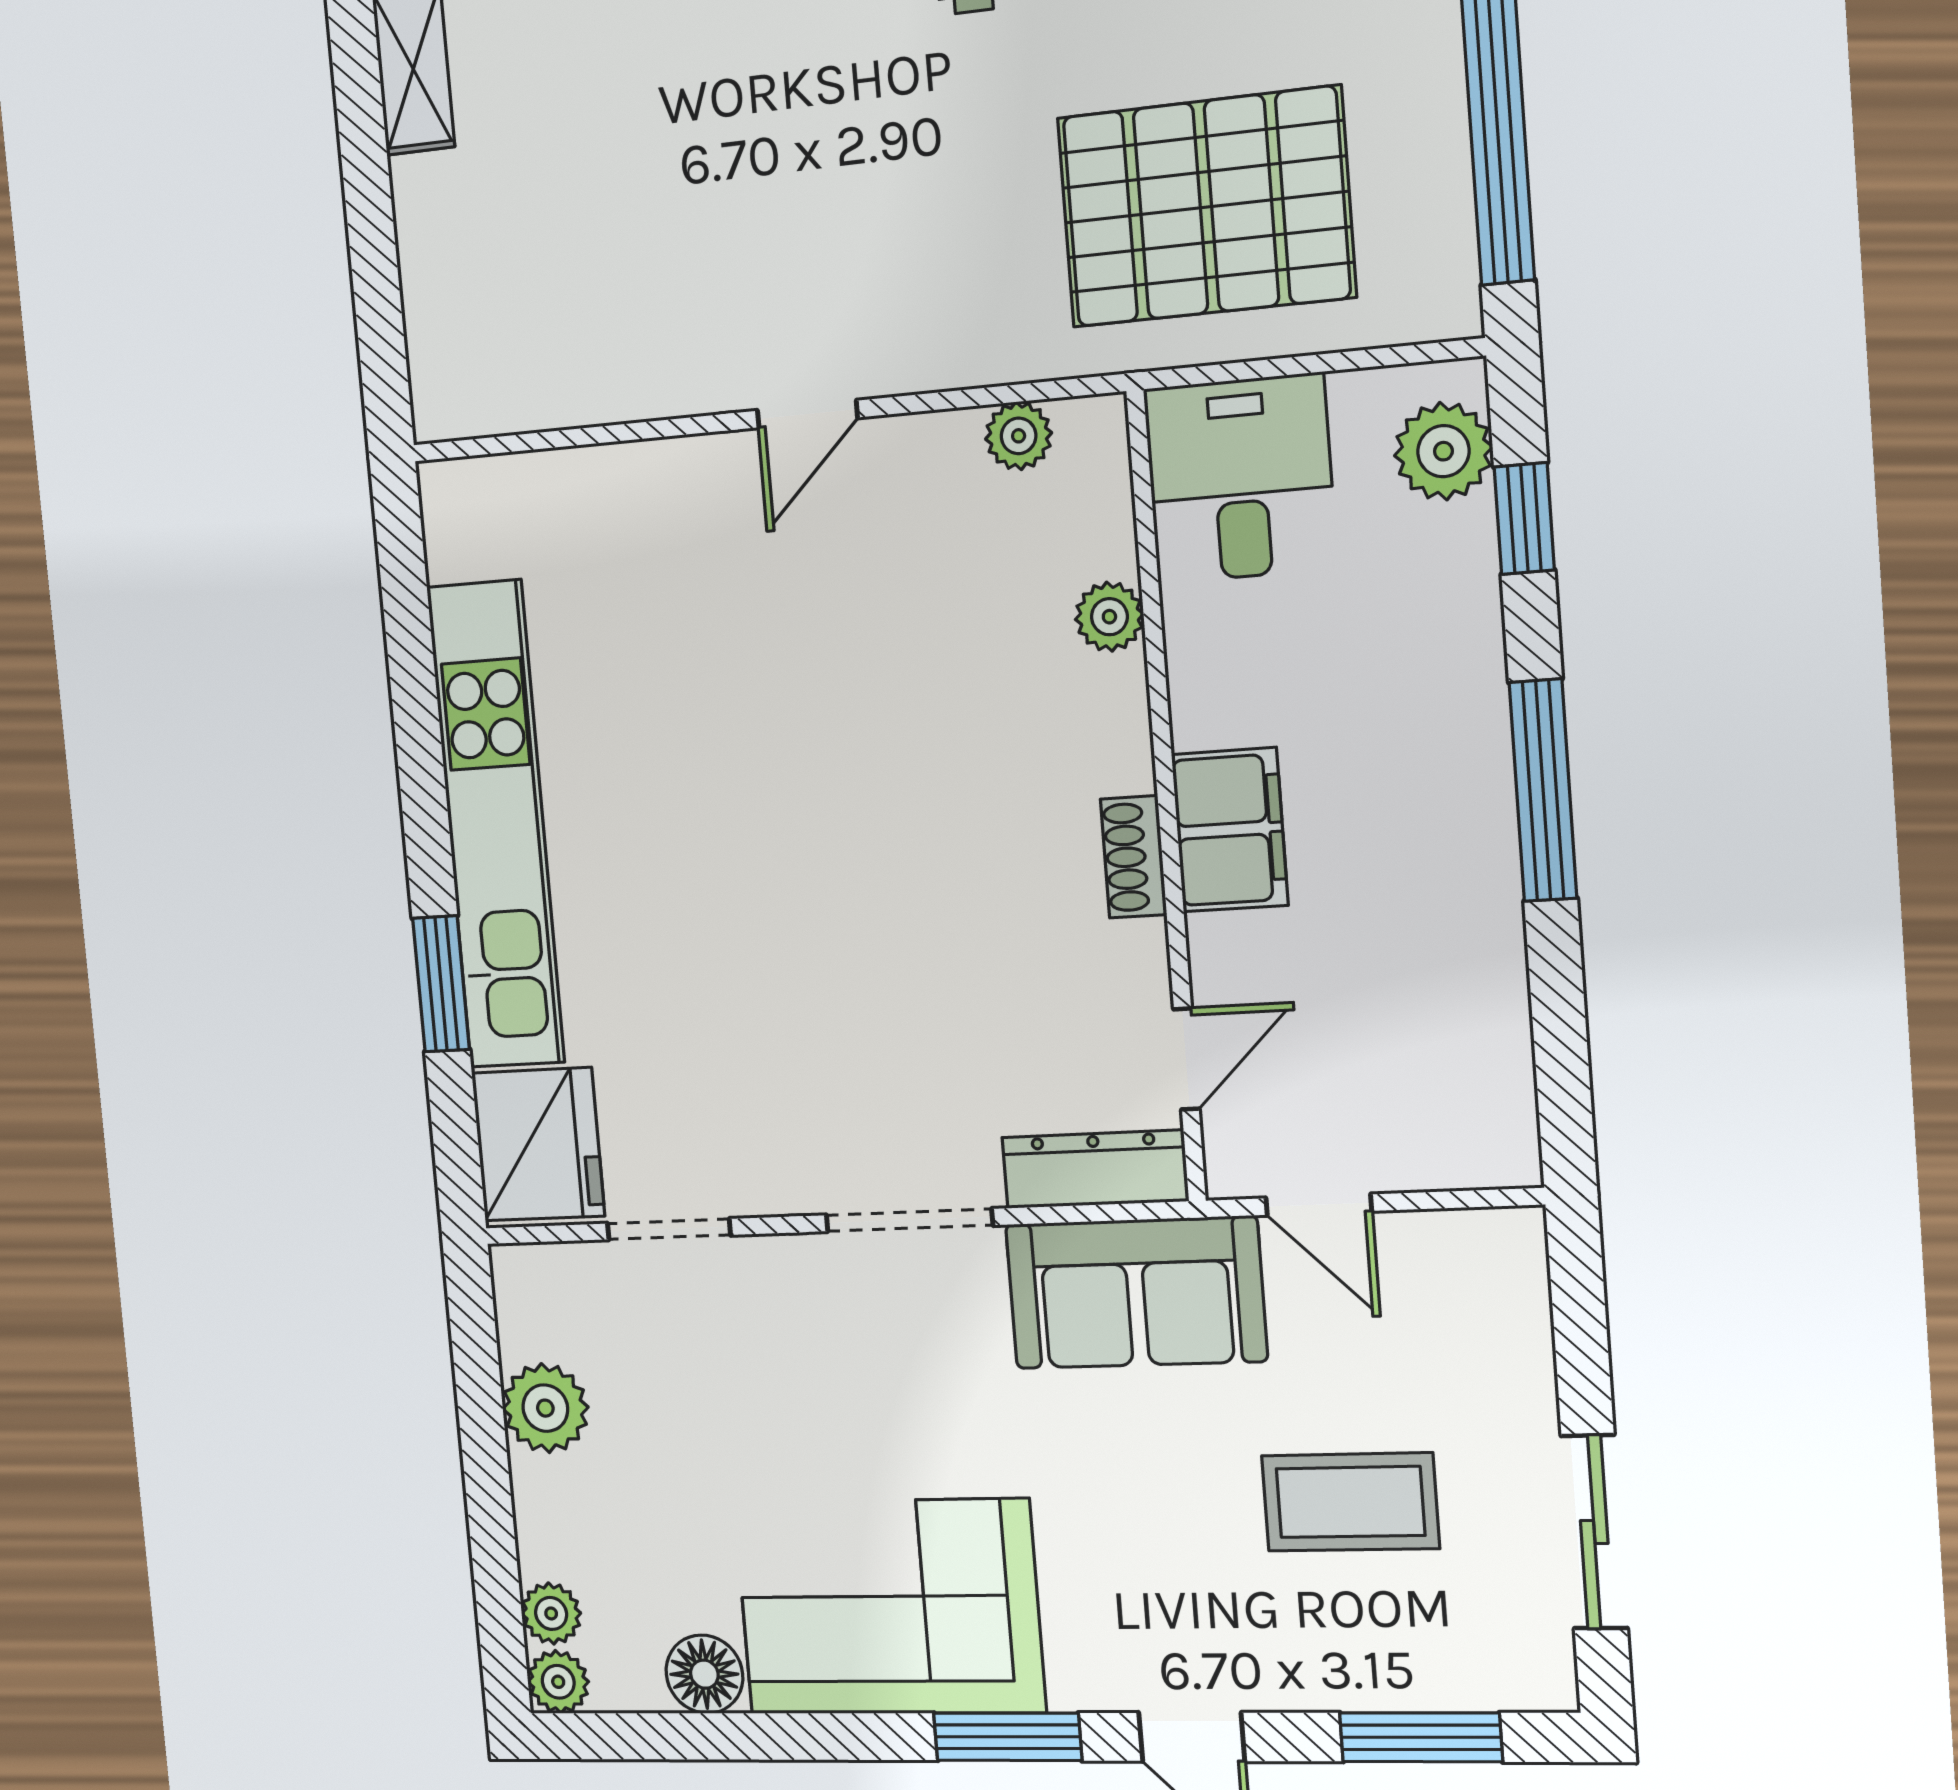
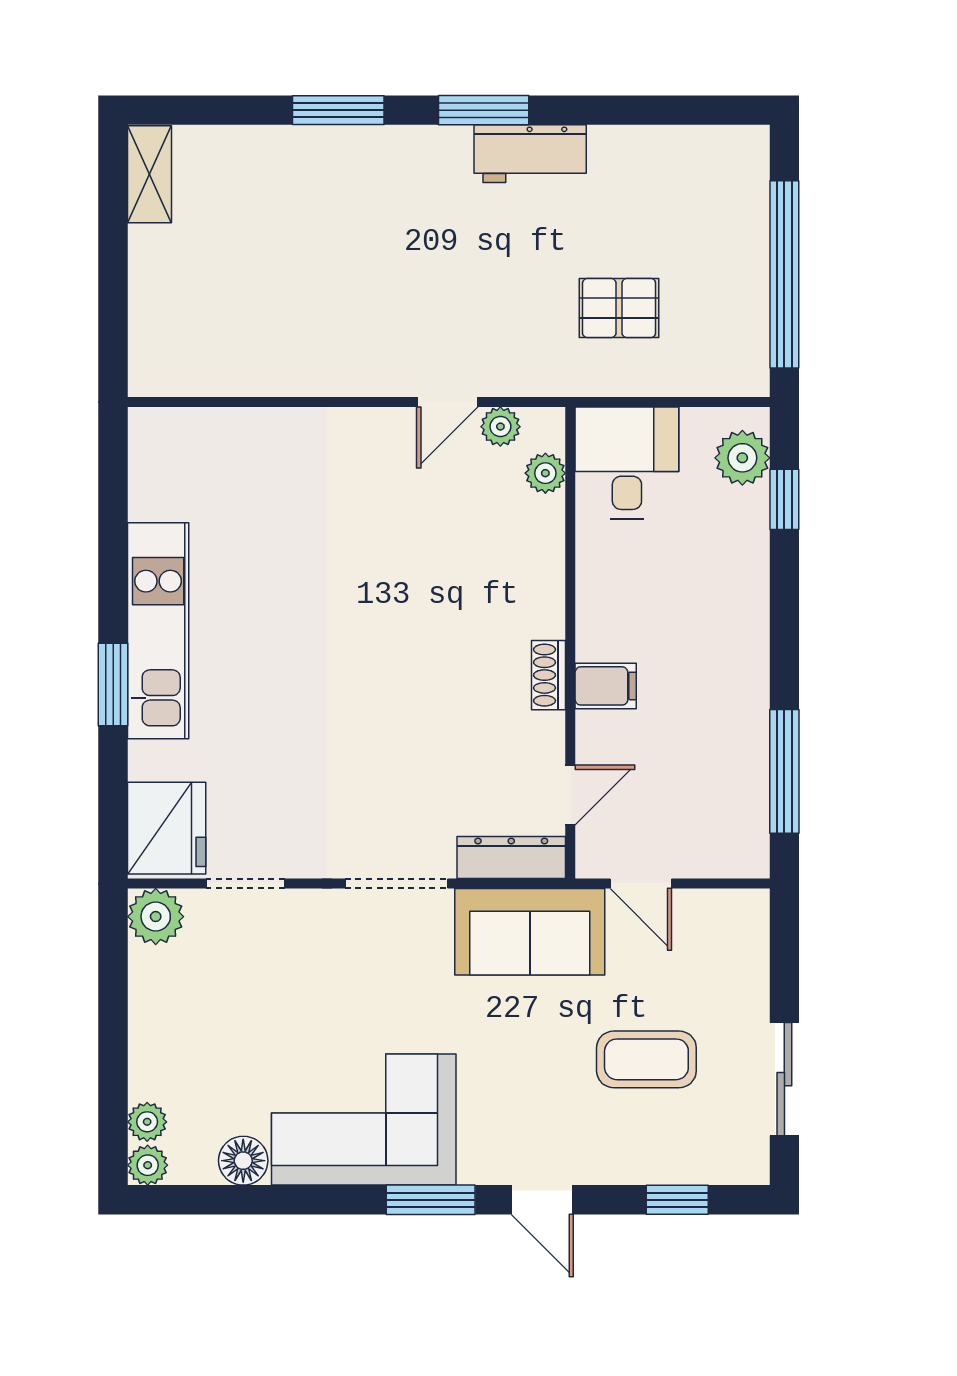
pallet: (1206, 207) -> (619, 308), width x0.49, depth x0.50
door: (807, 414) -> (447, 402), moved
plant: (1109, 617) -> (545, 473), moved
window: (1543, 790) -> (784, 771), moved
kitchen unit: (496, 825) -> (158, 631), width x0.73
filing cabinet: (1230, 830) -> (606, 686), width x0.50
window: (441, 984) -> (113, 684), moved
plant: (545, 1408) -> (156, 917), moved
window: (1421, 1737) -> (677, 1200), width x0.67

